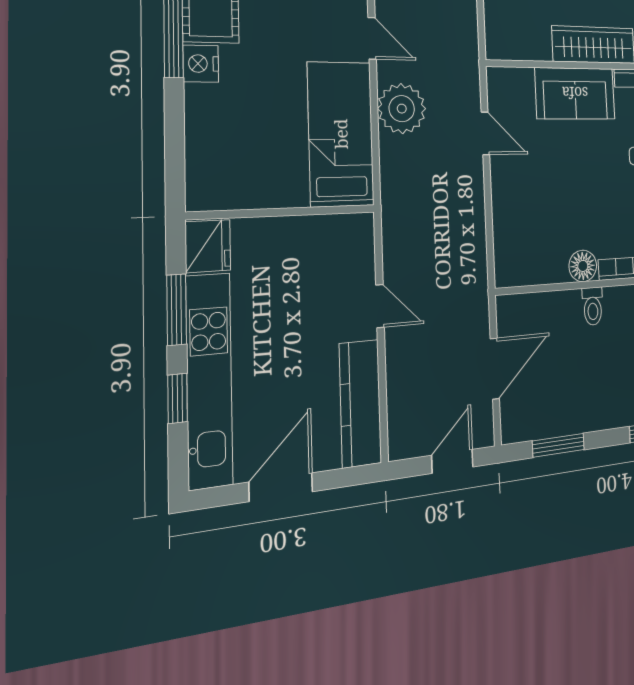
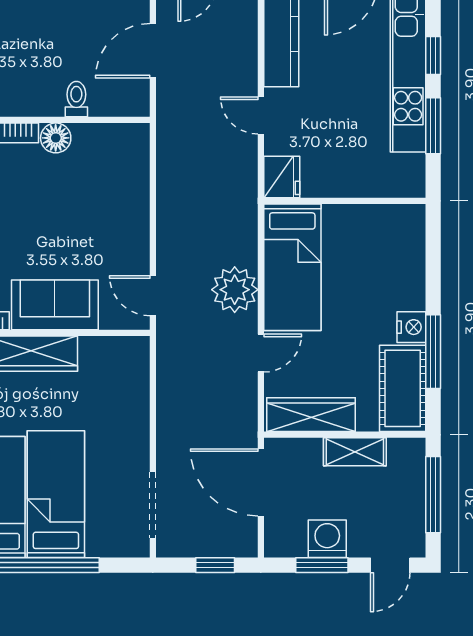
door: (372, 38) -> (261, 353), swing flipped
door: (485, 133) -> (153, 296), moved
fridge: (208, 246) -> (282, 177), moved, turned 180
toilet: (593, 306) -> (76, 99), moved

